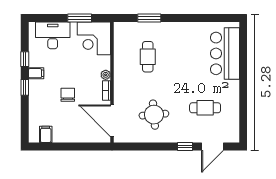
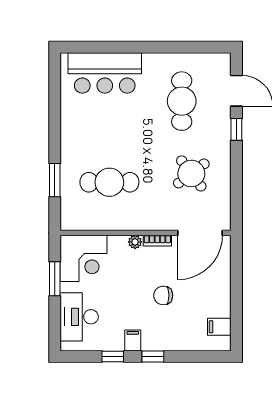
cafe table: (148, 57) -> (109, 182), width x1.37, depth x1.35
cafe table: (205, 108) -> (182, 101), width x1.37, depth x1.35
round table: (154, 115) -> (191, 173), turned -32

